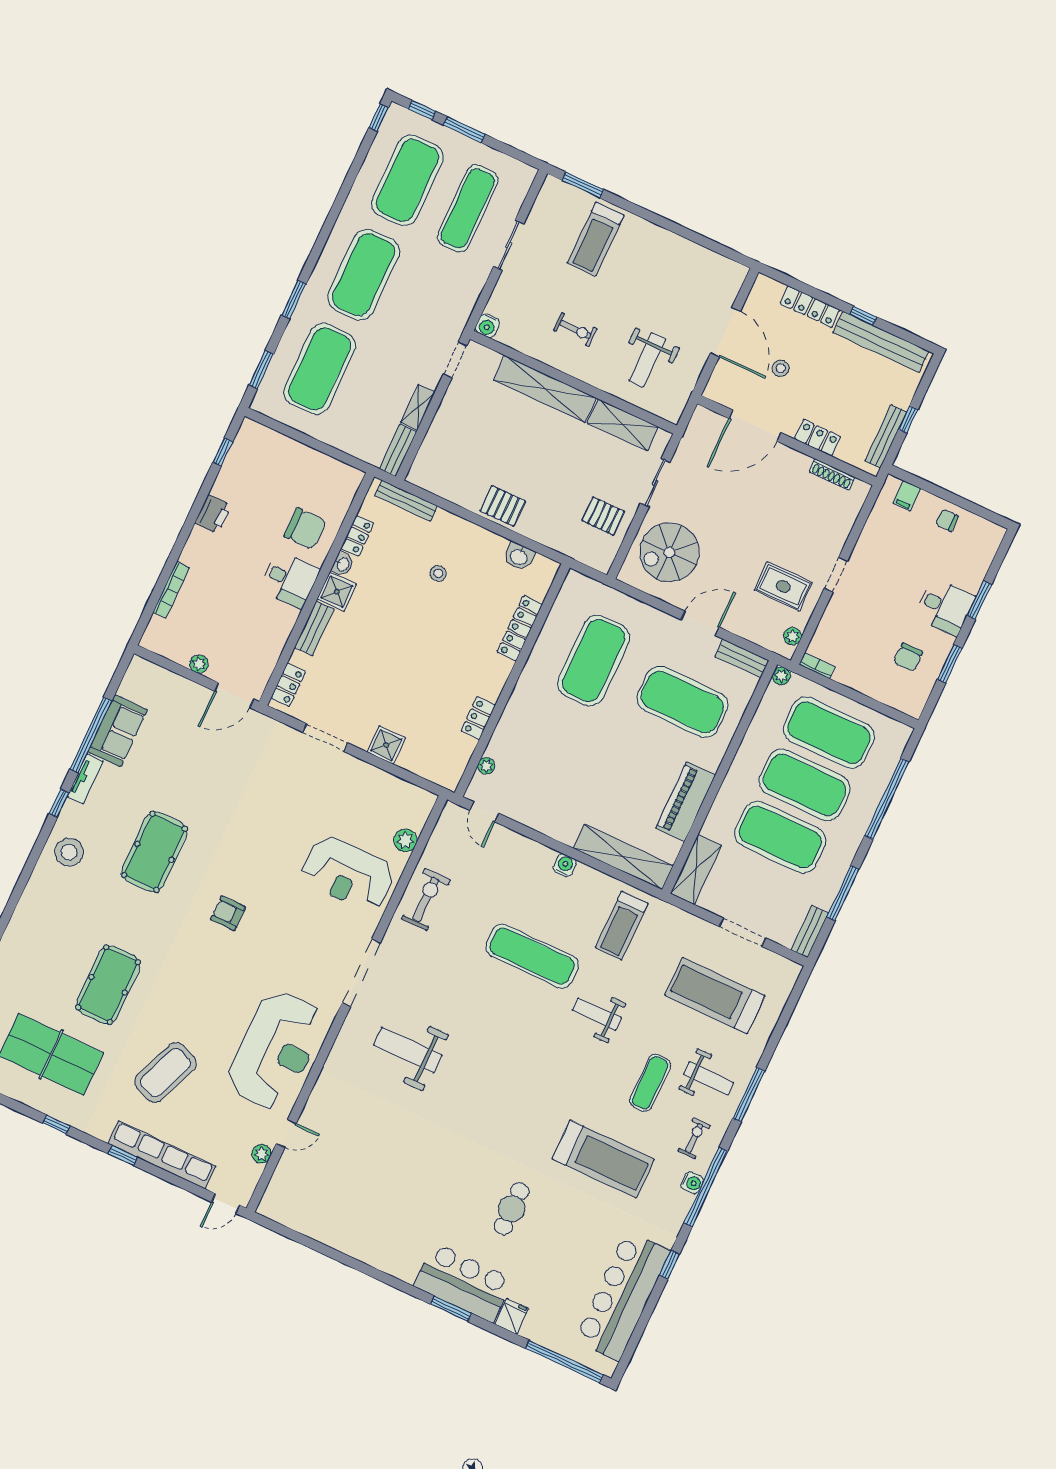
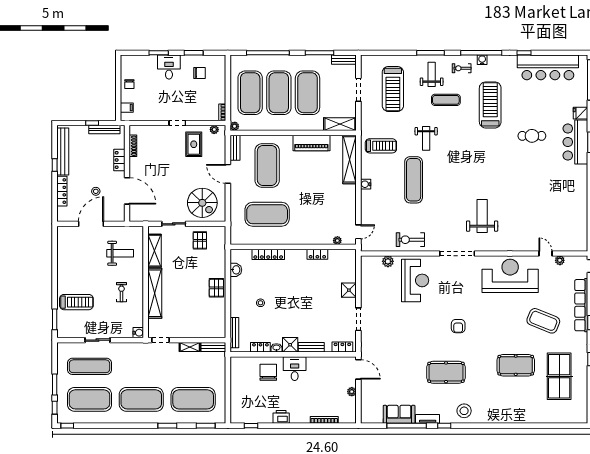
weight bench: (408, 1050) -> (482, 216), turned 180

